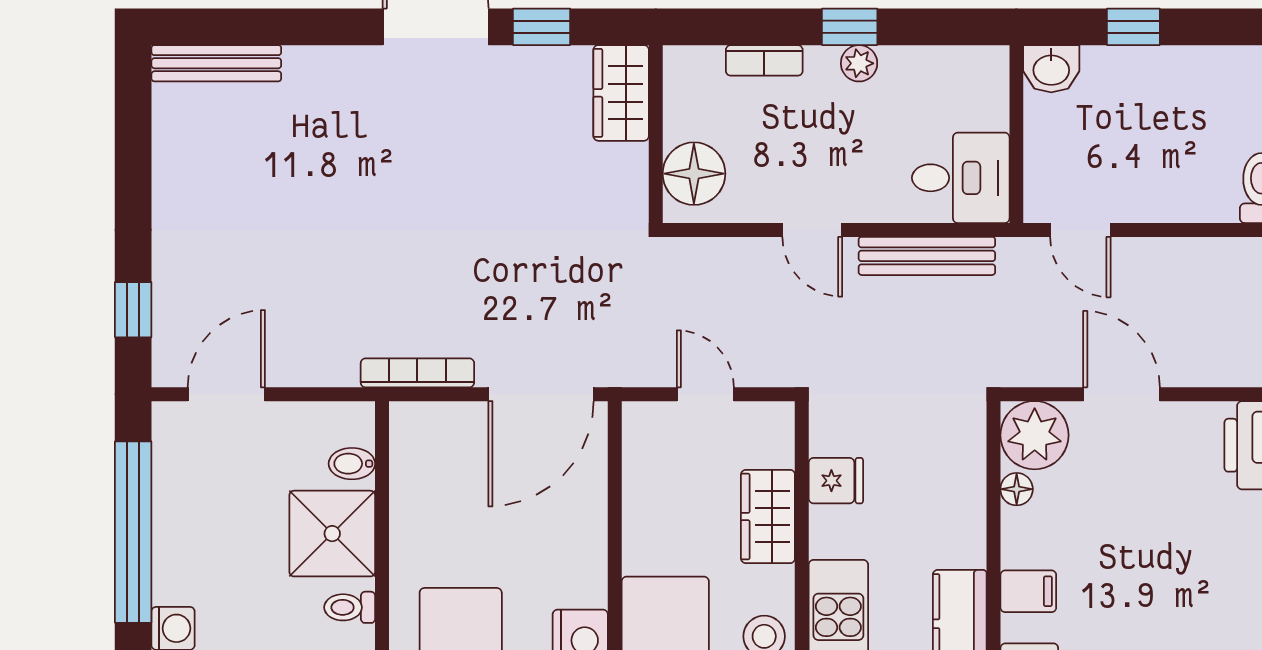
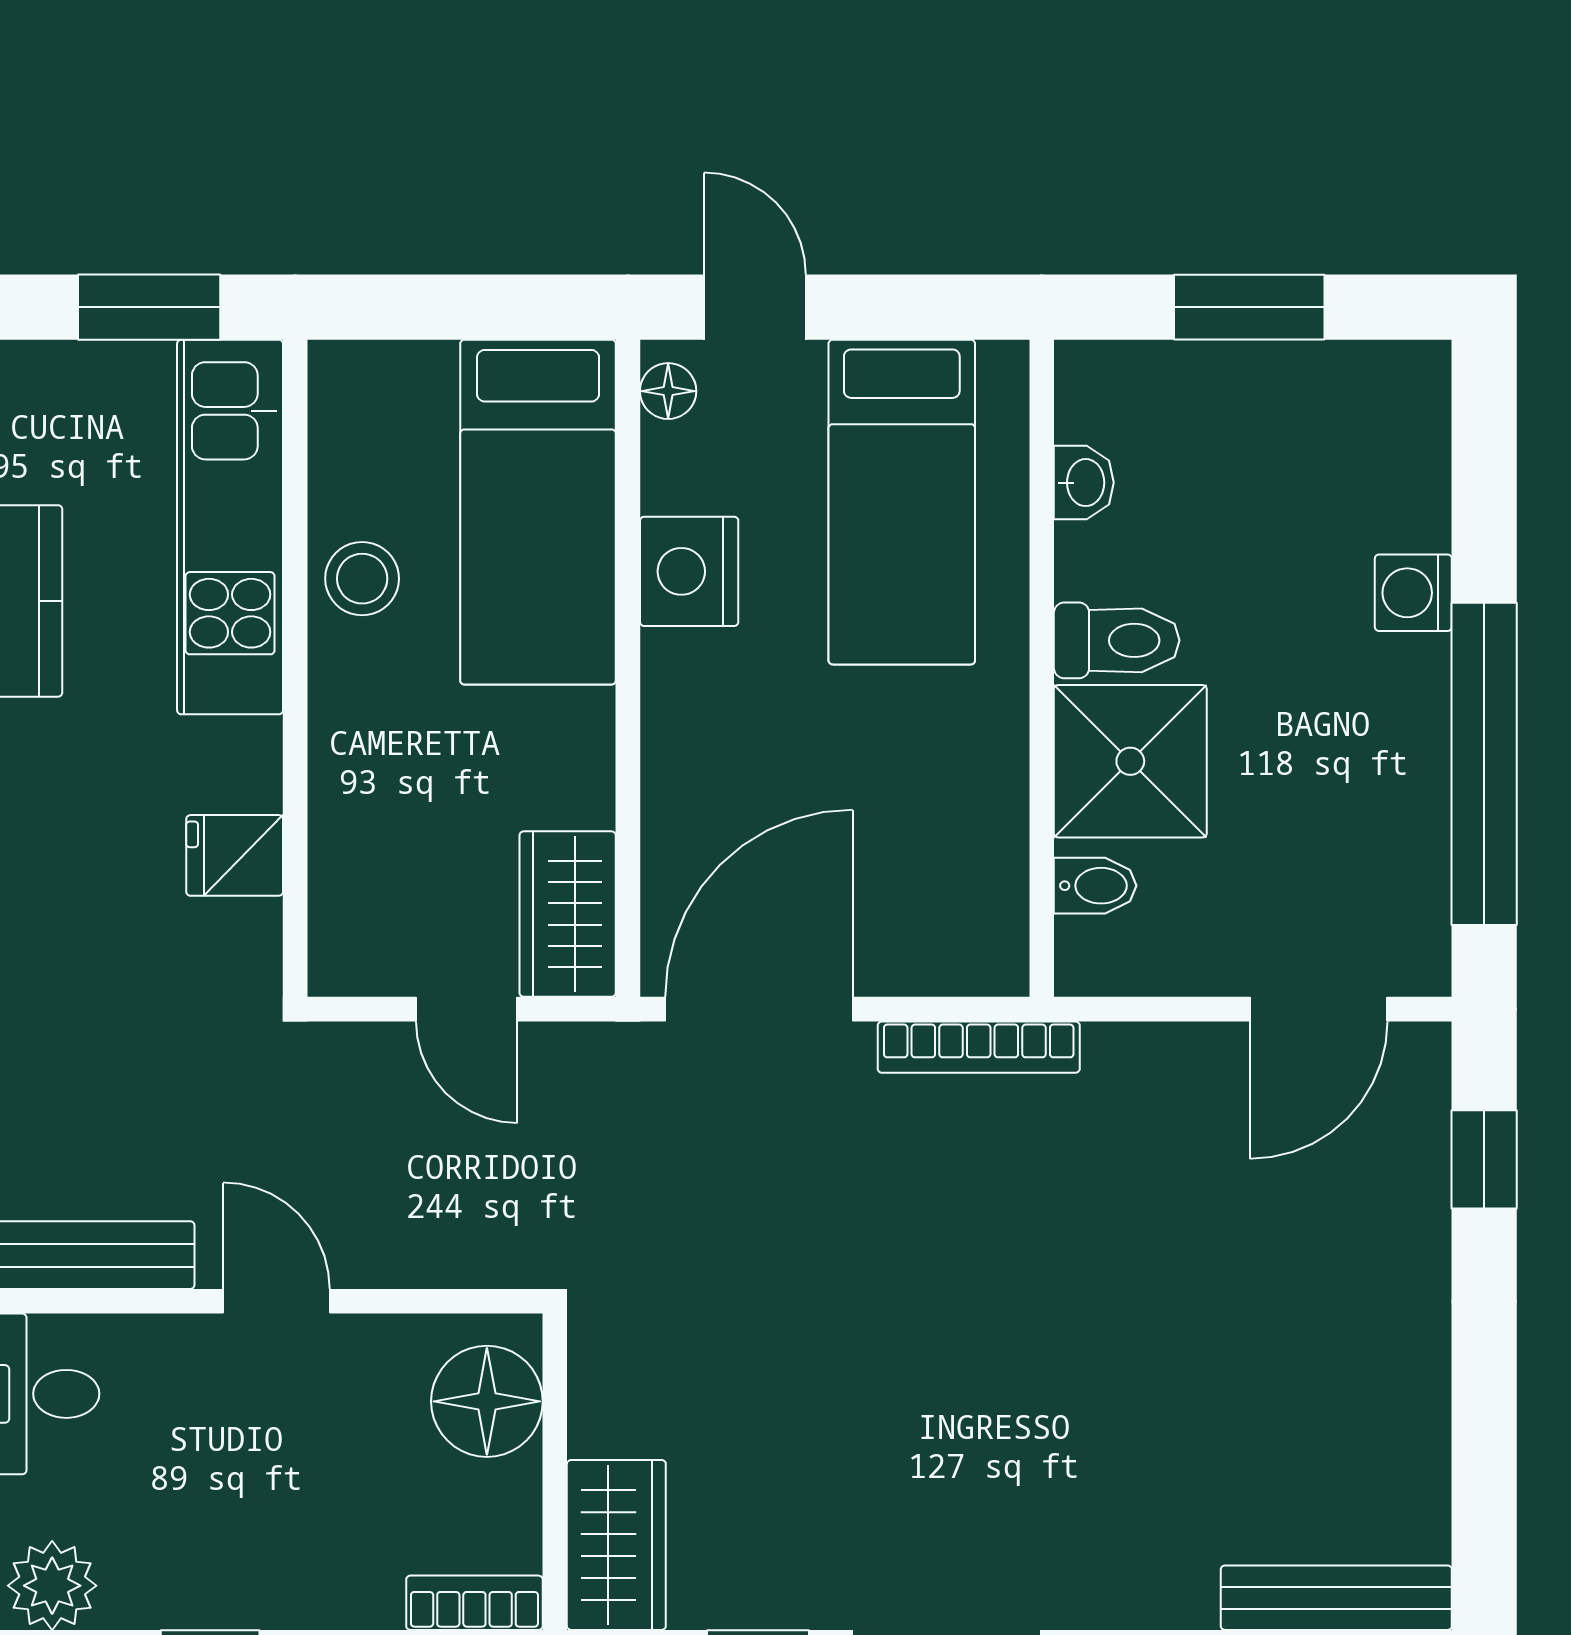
bookcase: (764, 60) -> (474, 1603), moved
plant: (859, 63) -> (52, 1586), moved, width x1.38, depth x1.38
wardrobe: (768, 516) -> (568, 914), moved, turned 180
toilet: (350, 607) -> (1117, 640), width x1.37, depth x1.39

